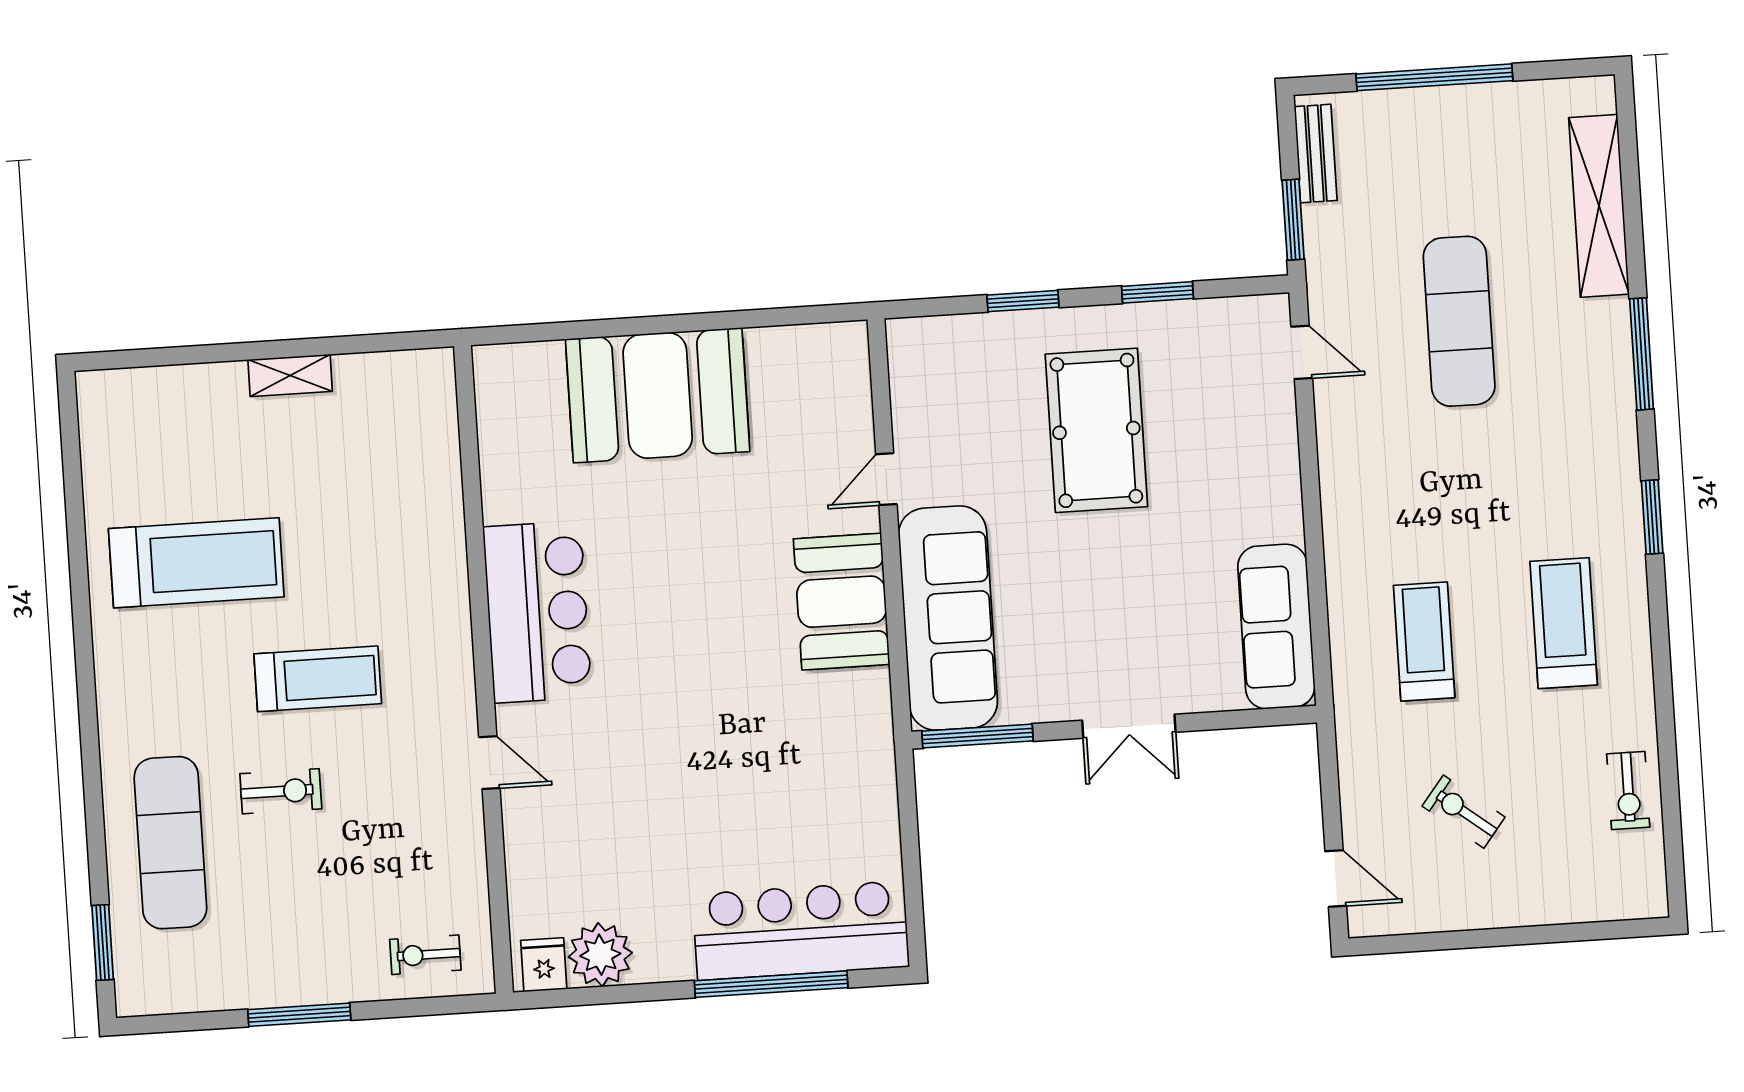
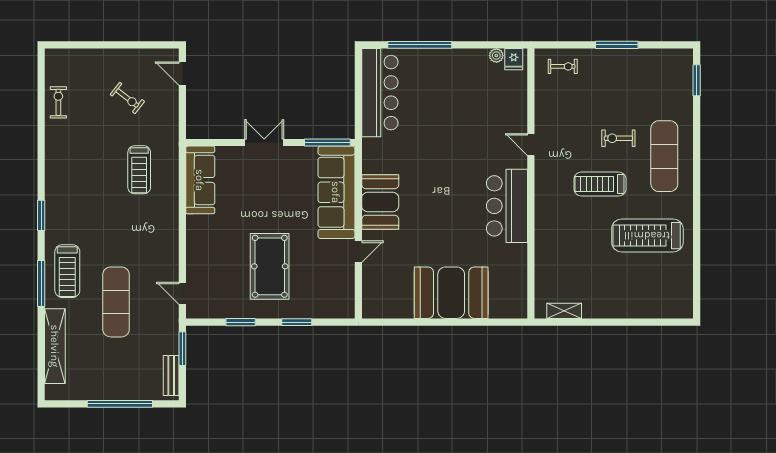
shelving: (290, 375) -> (564, 311), moved
treadmill: (1564, 623) -> (67, 271), moved
exercise mat: (170, 843) -> (664, 156), moved
bar counter: (801, 931) -> (380, 93), moved, turned -90
plant: (600, 955) -> (496, 56), width x0.53, depth x0.53

